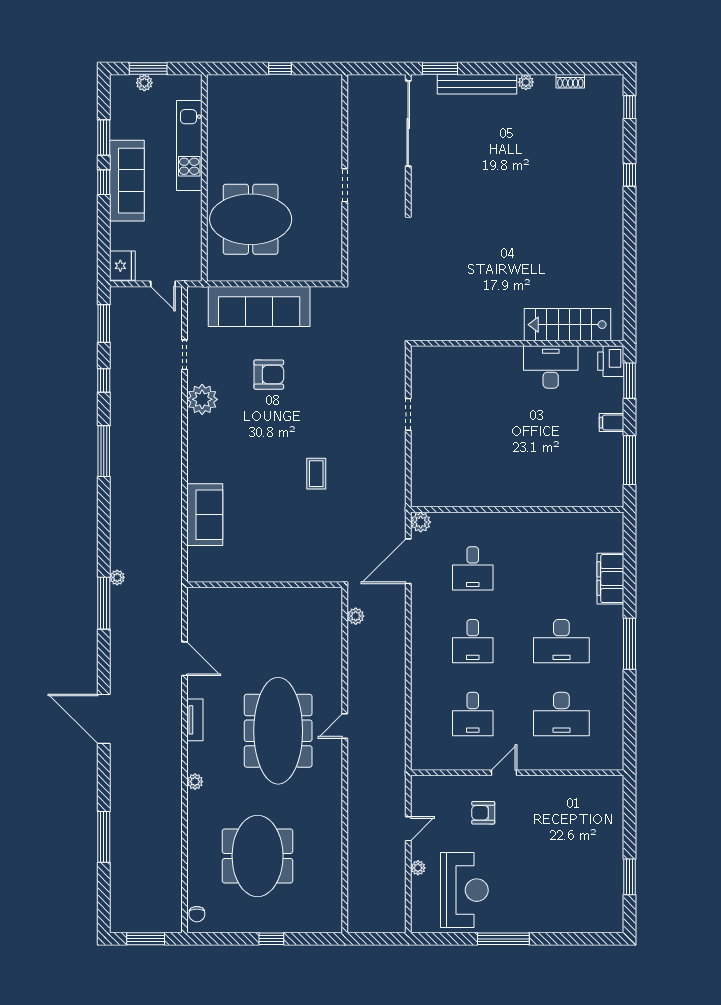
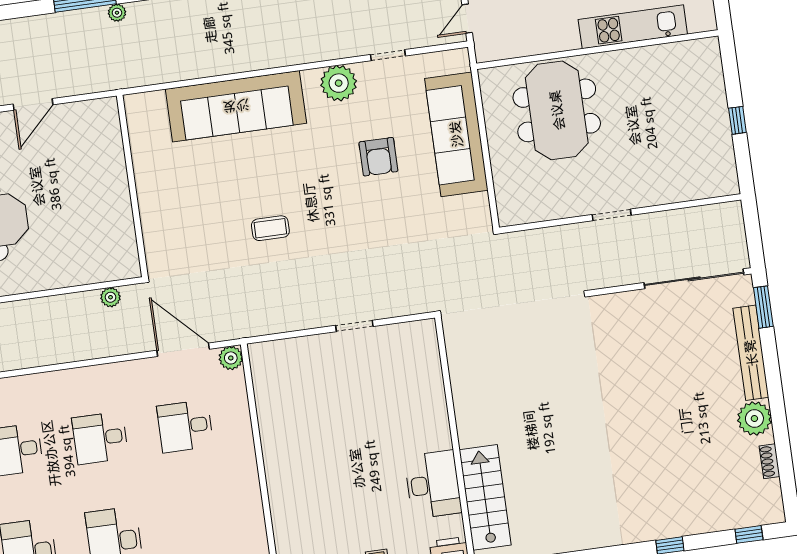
plant: (526, 82) -> (754, 418), width x1.88, depth x1.88
sofa: (205, 515) -> (236, 106), width x1.85, depth x1.27

